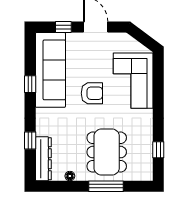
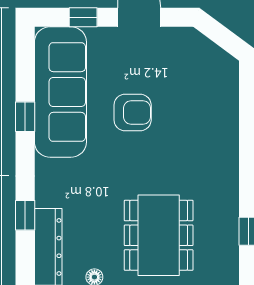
corner sofa: (133, 81) -> (205, 111), removed
armchair: (92, 93) -> (133, 113), moved

